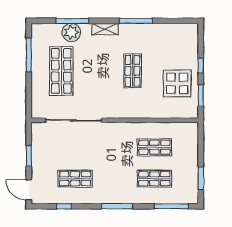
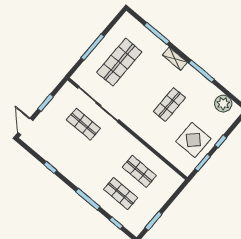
plant: (71, 32) -> (223, 104), moved
window: (29, 55) -> (93, 47), moved
shop shelf: (75, 179) -> (83, 124), moved
window: (64, 206) -> (50, 167), moved
window: (117, 206) -> (88, 199), moved
window: (171, 206) -> (116, 223), width x0.46

